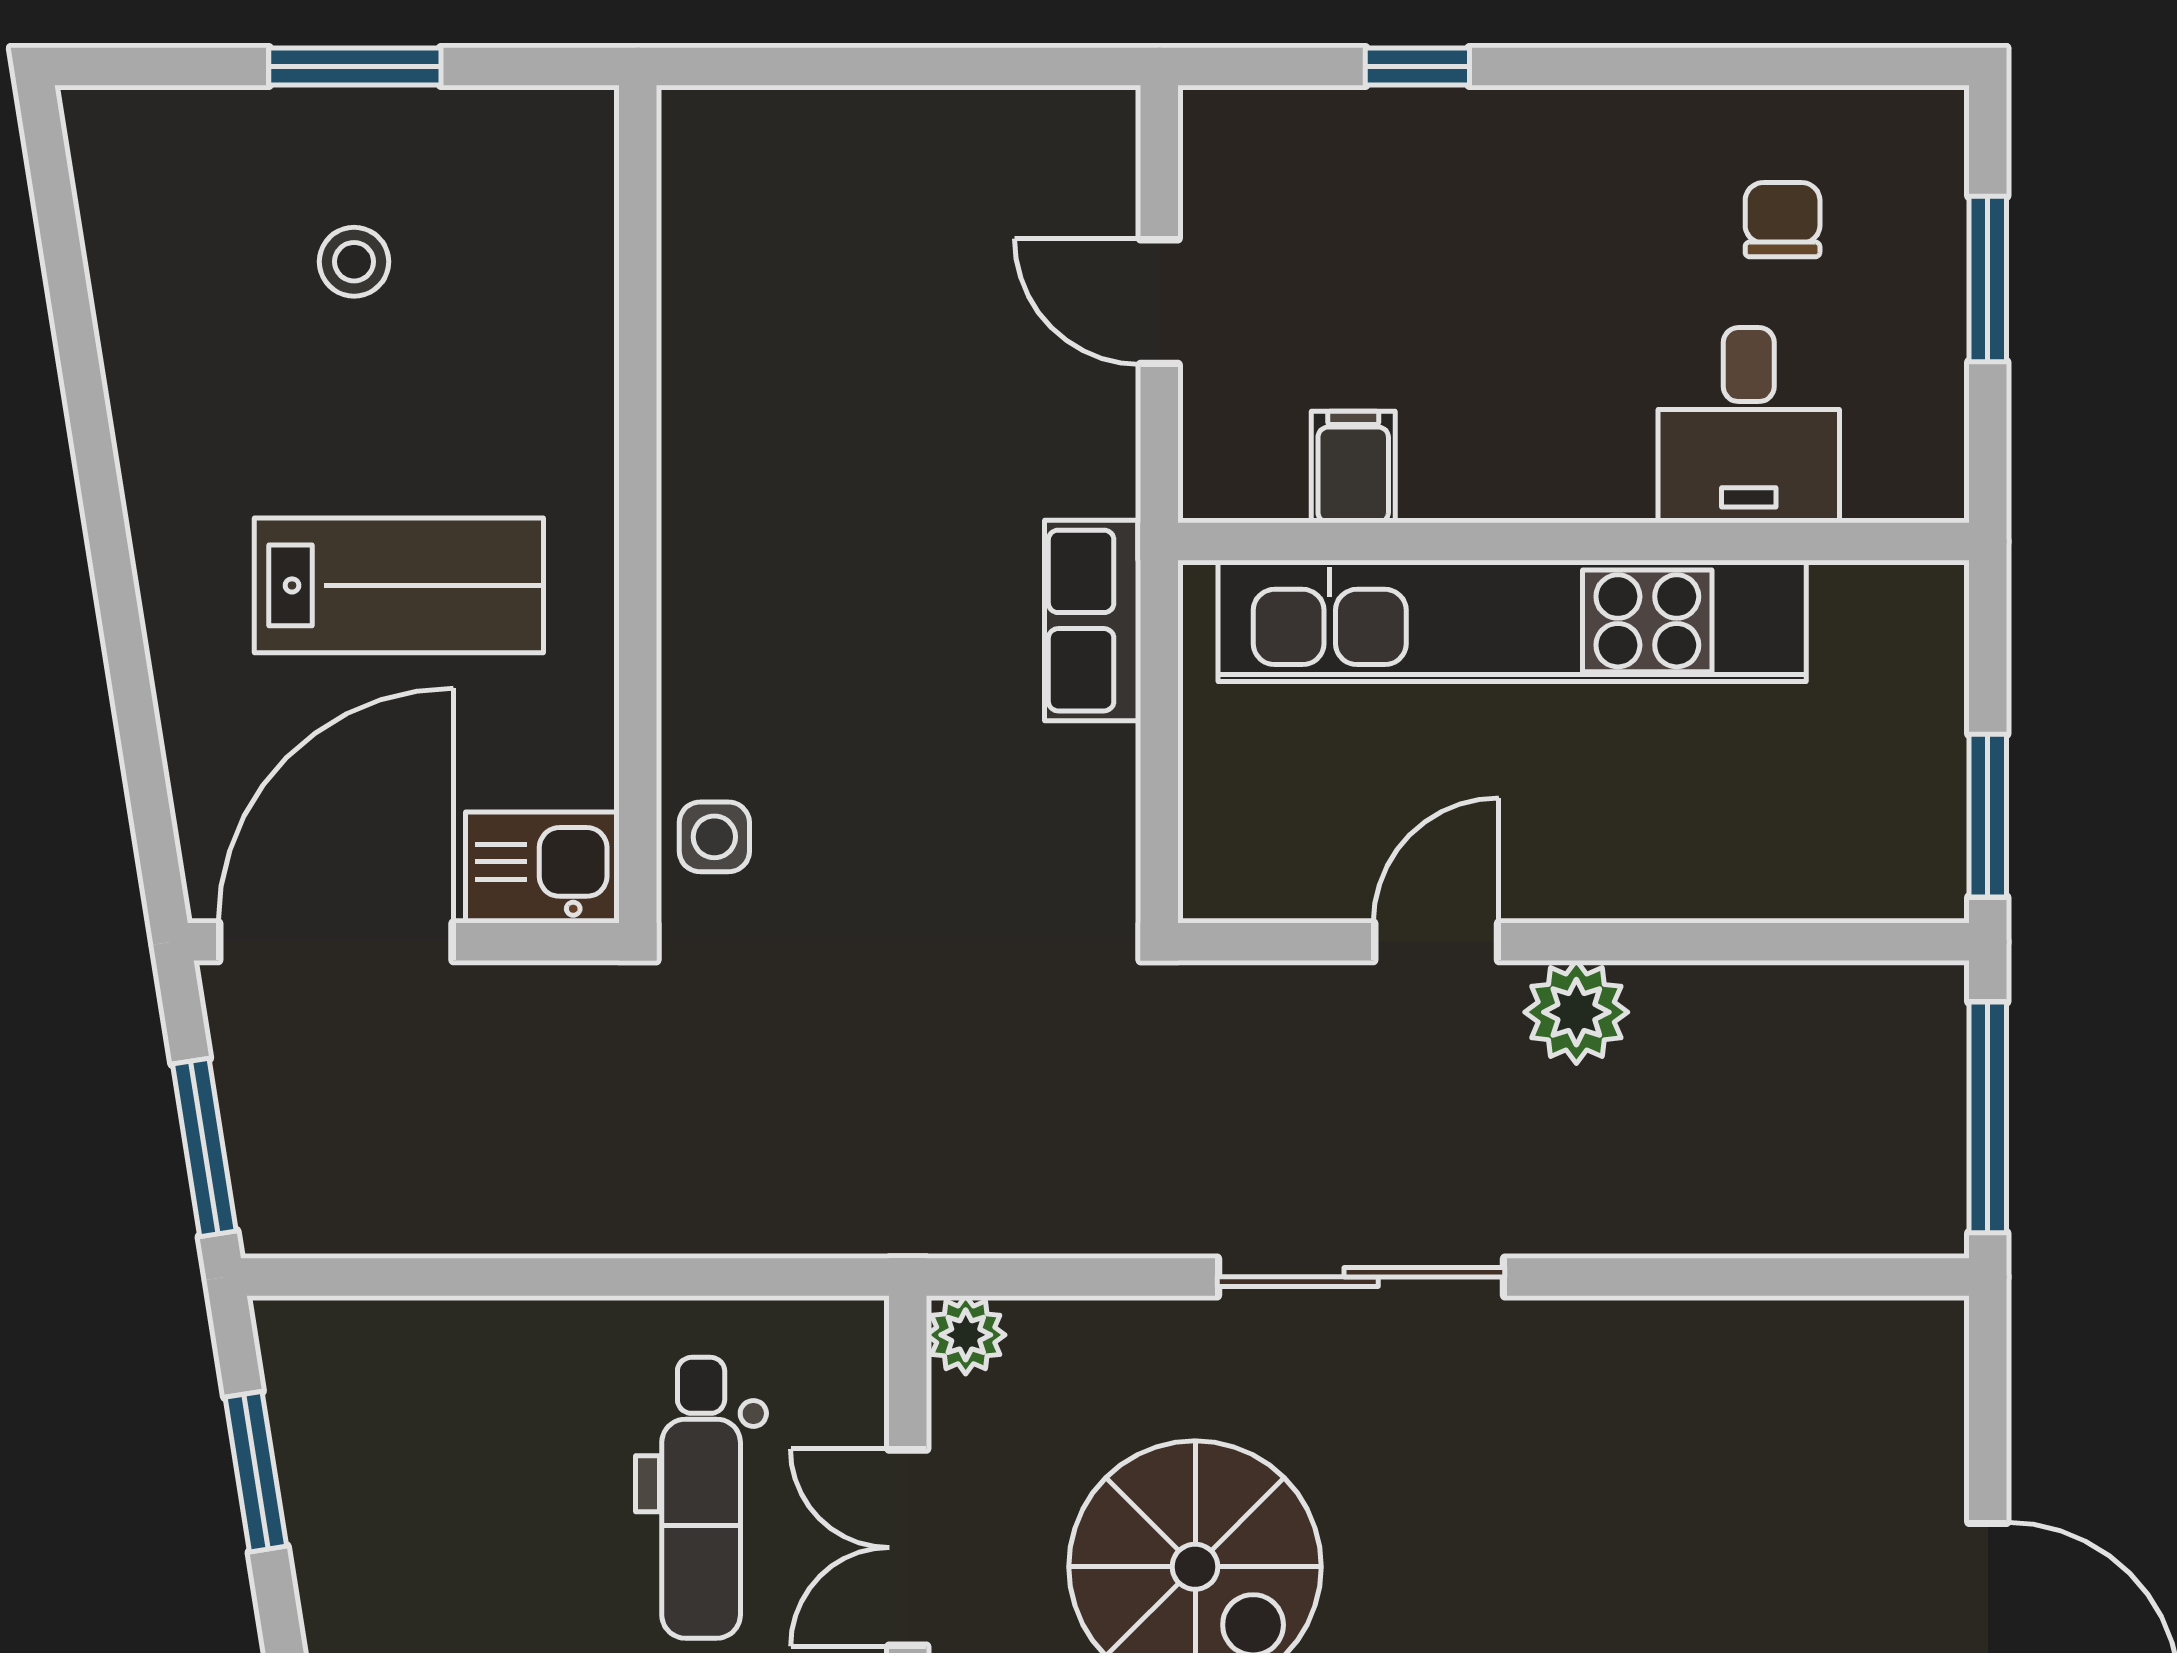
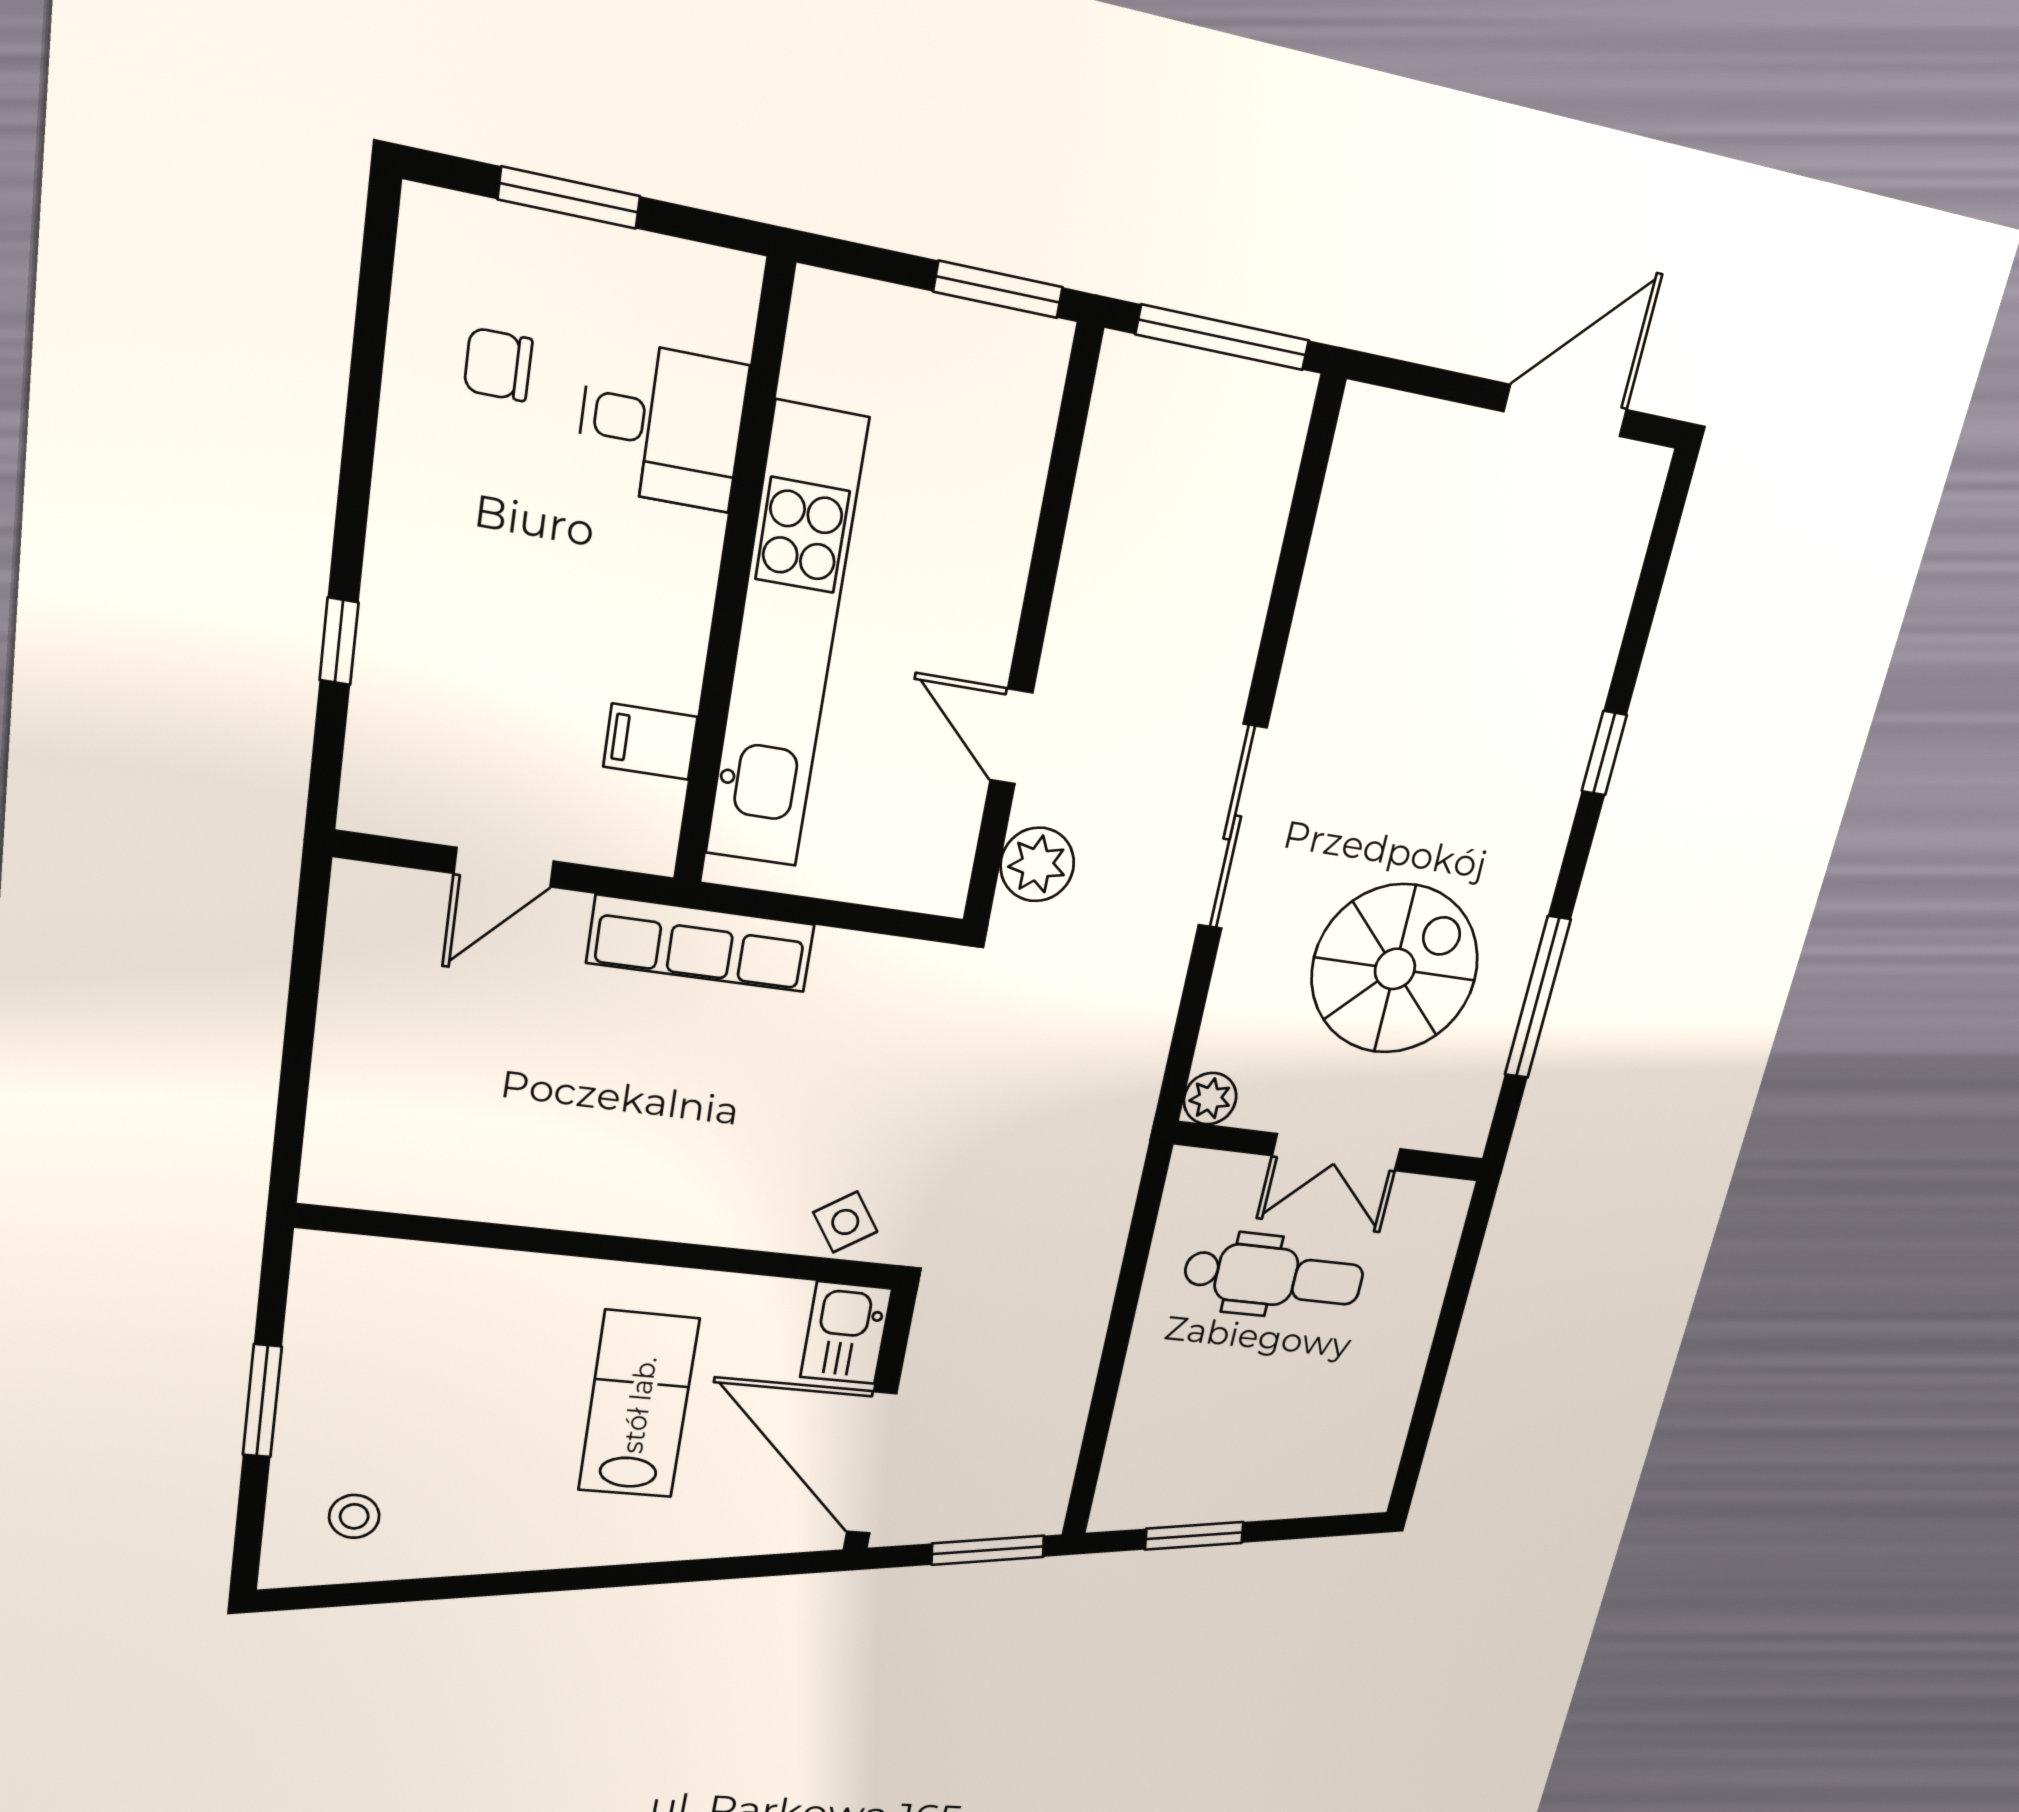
stool: (354, 262) -> (354, 1516), moved
row of seats: (1093, 621) -> (701, 944), width x1.48
side table: (714, 837) -> (845, 1222), turned -34
plant: (1576, 1012) -> (1037, 864), moved

